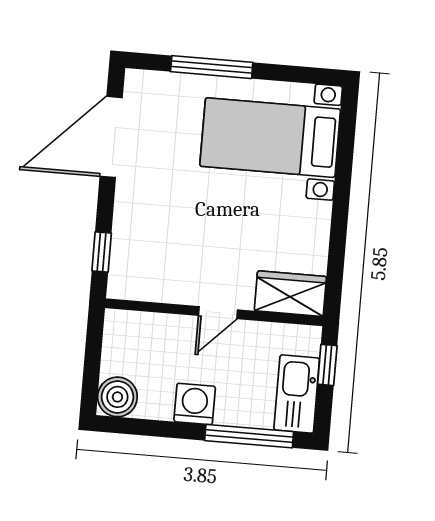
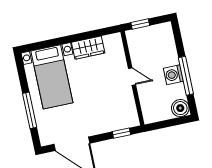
wardrobe: (290, 294) -> (88, 48), moved, turned -90
kitchen sink: (297, 394) -> (156, 33), removed
window: (249, 436) -> (186, 76), moved

